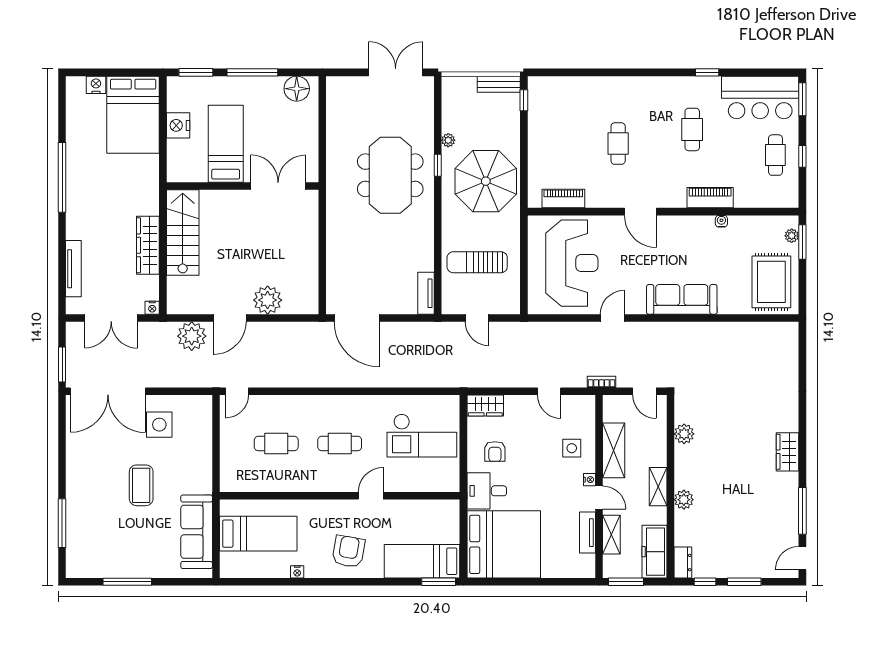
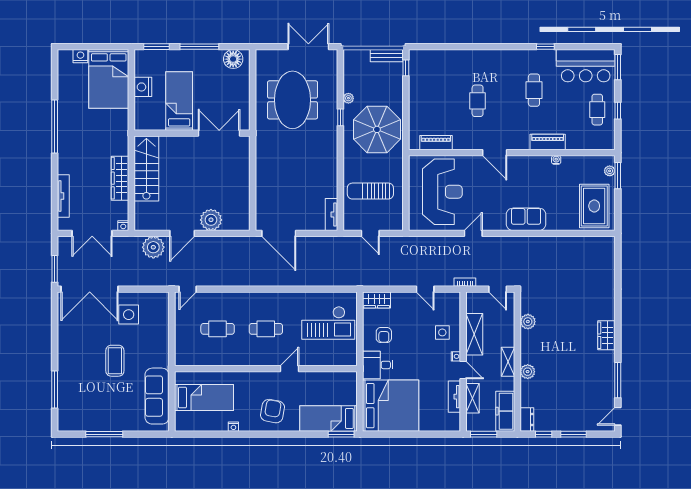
meeting table: (390, 175) -> (293, 100), moved
sofa: (682, 299) -> (526, 219), width x0.73

